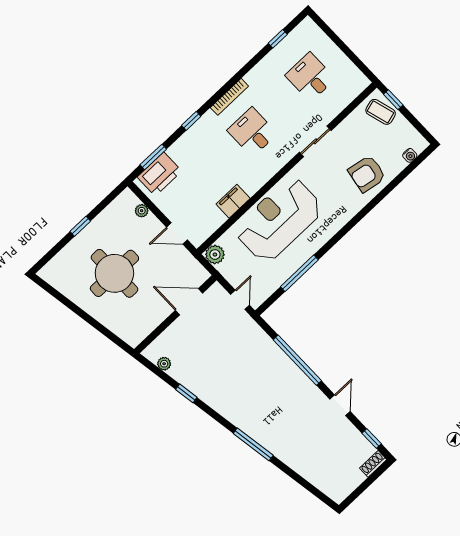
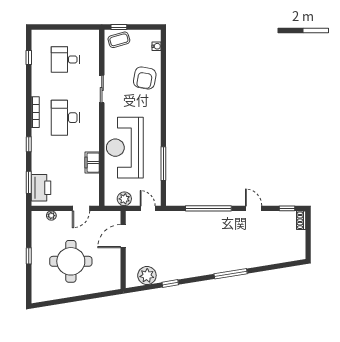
desk: (252, 132) -> (65, 118), width x1.37
plant: (215, 255) -> (124, 199), moved
plant: (164, 364) -> (147, 275), width x1.88, depth x1.88

